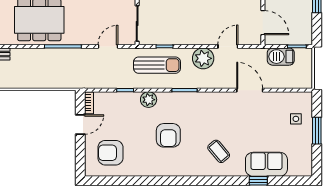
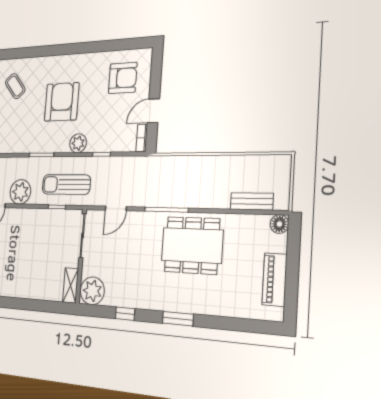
armchair: (168, 135) -> (62, 102), width x1.36, depth x1.36

